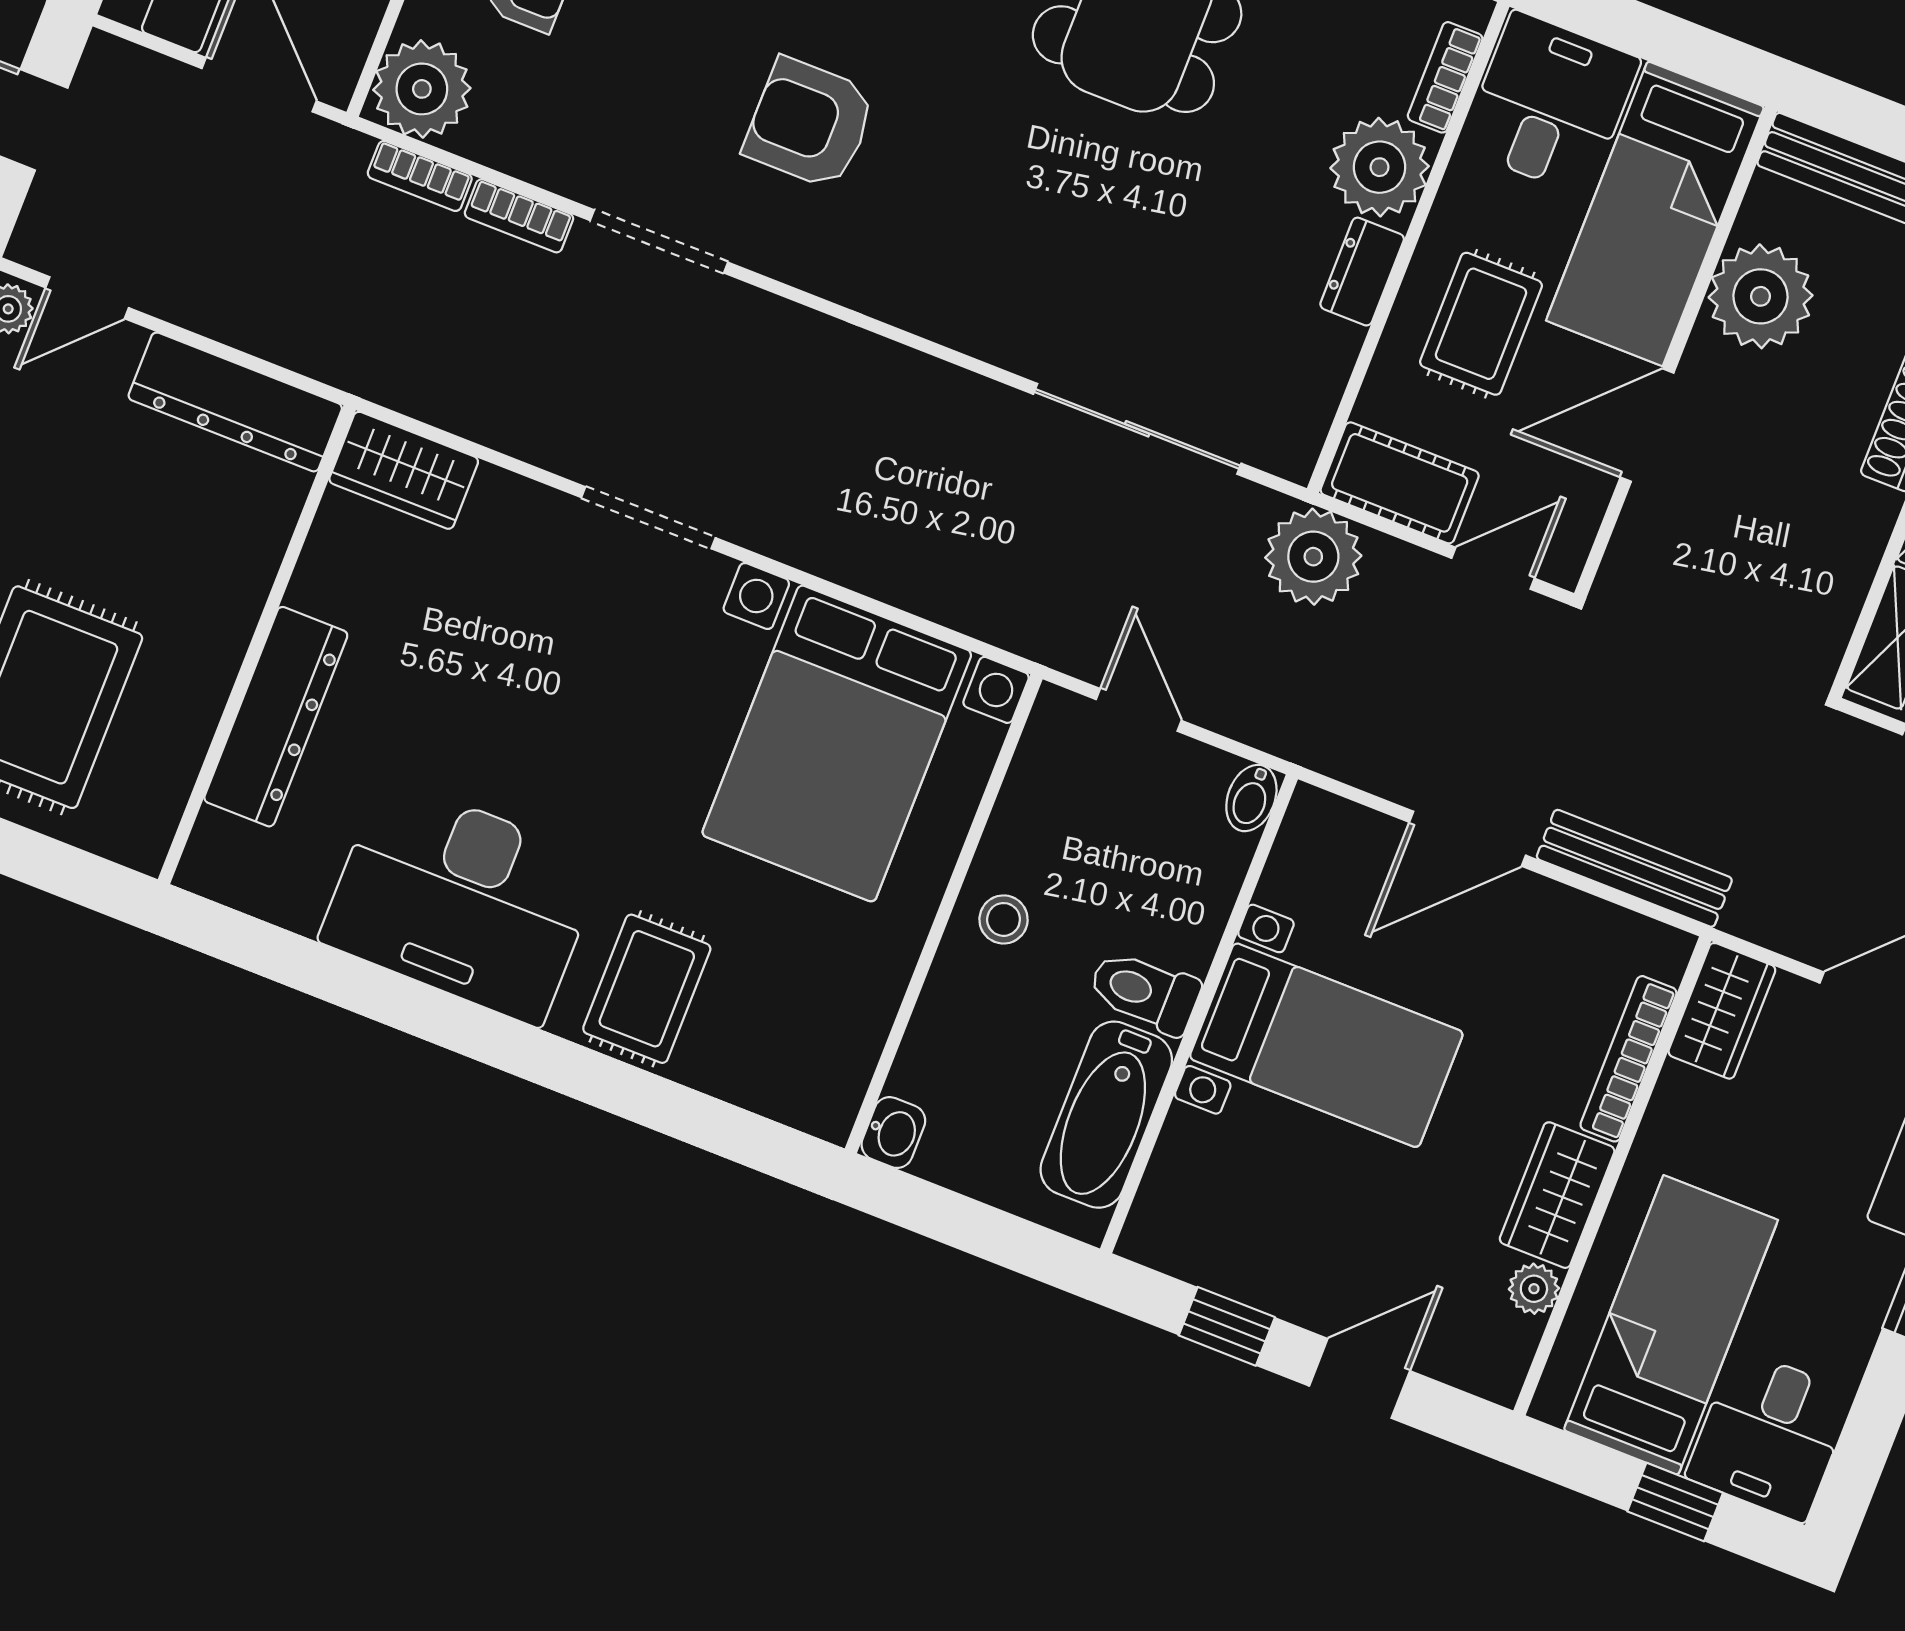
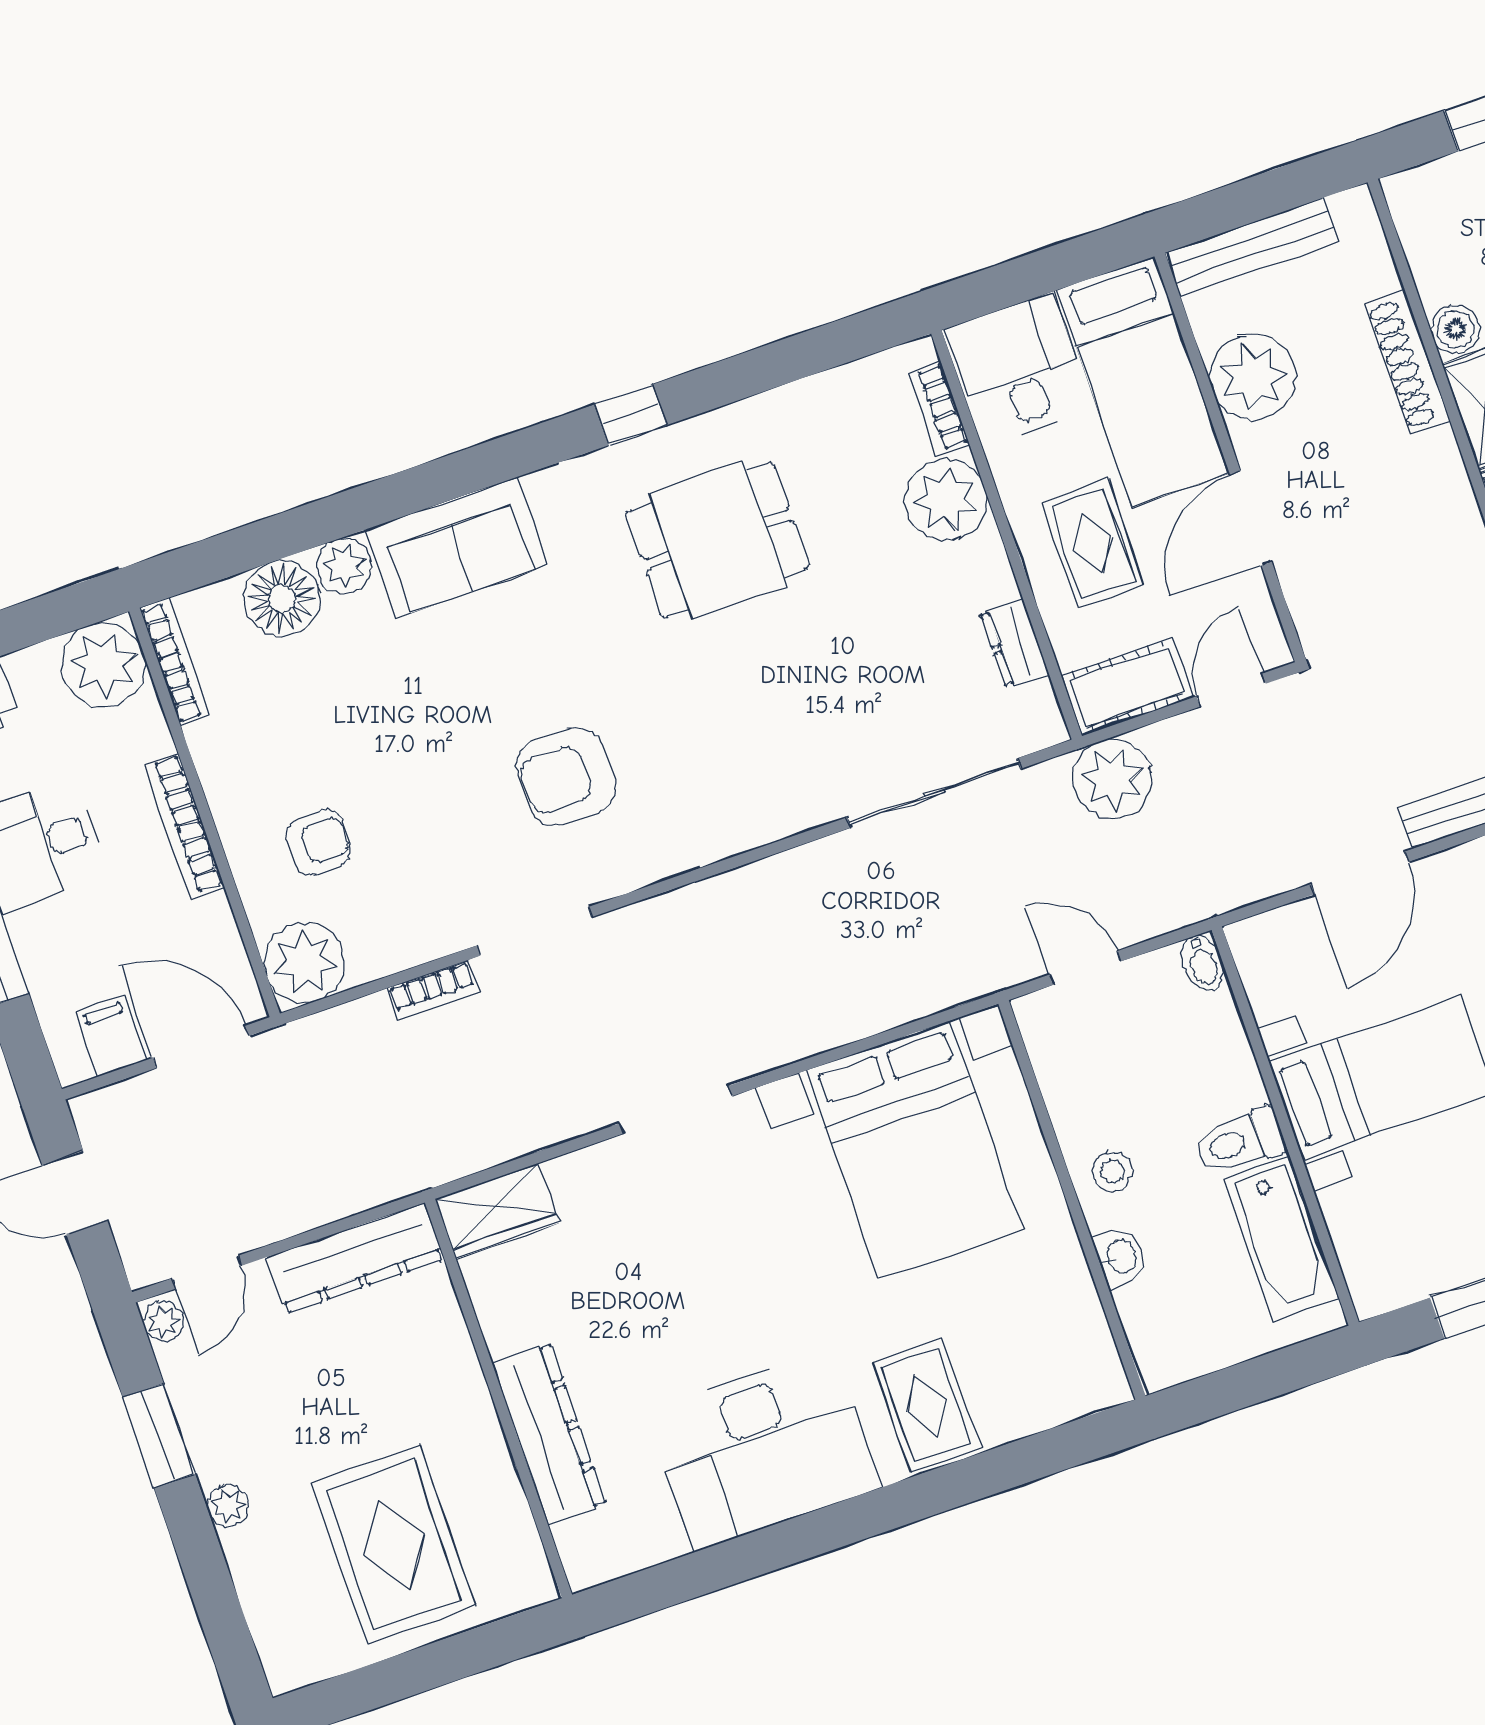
bookcase: (420, 176) -> (350, 1018), removed
dresser: (1362, 272) -> (1014, 643), moved
washbasin: (893, 1133) -> (1120, 1257), moved

